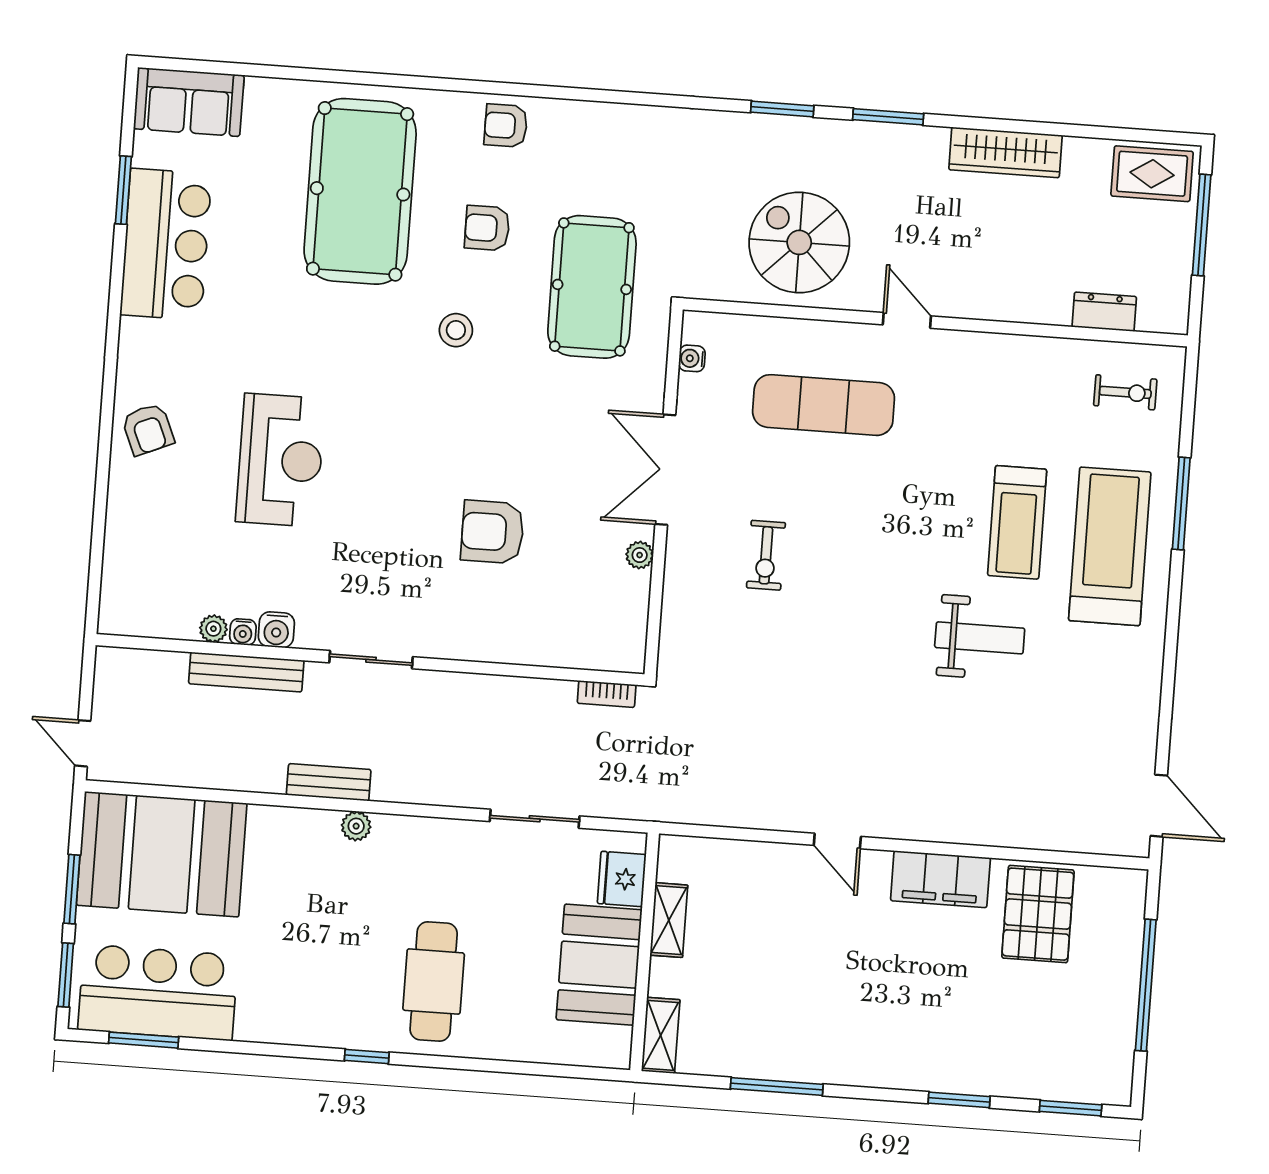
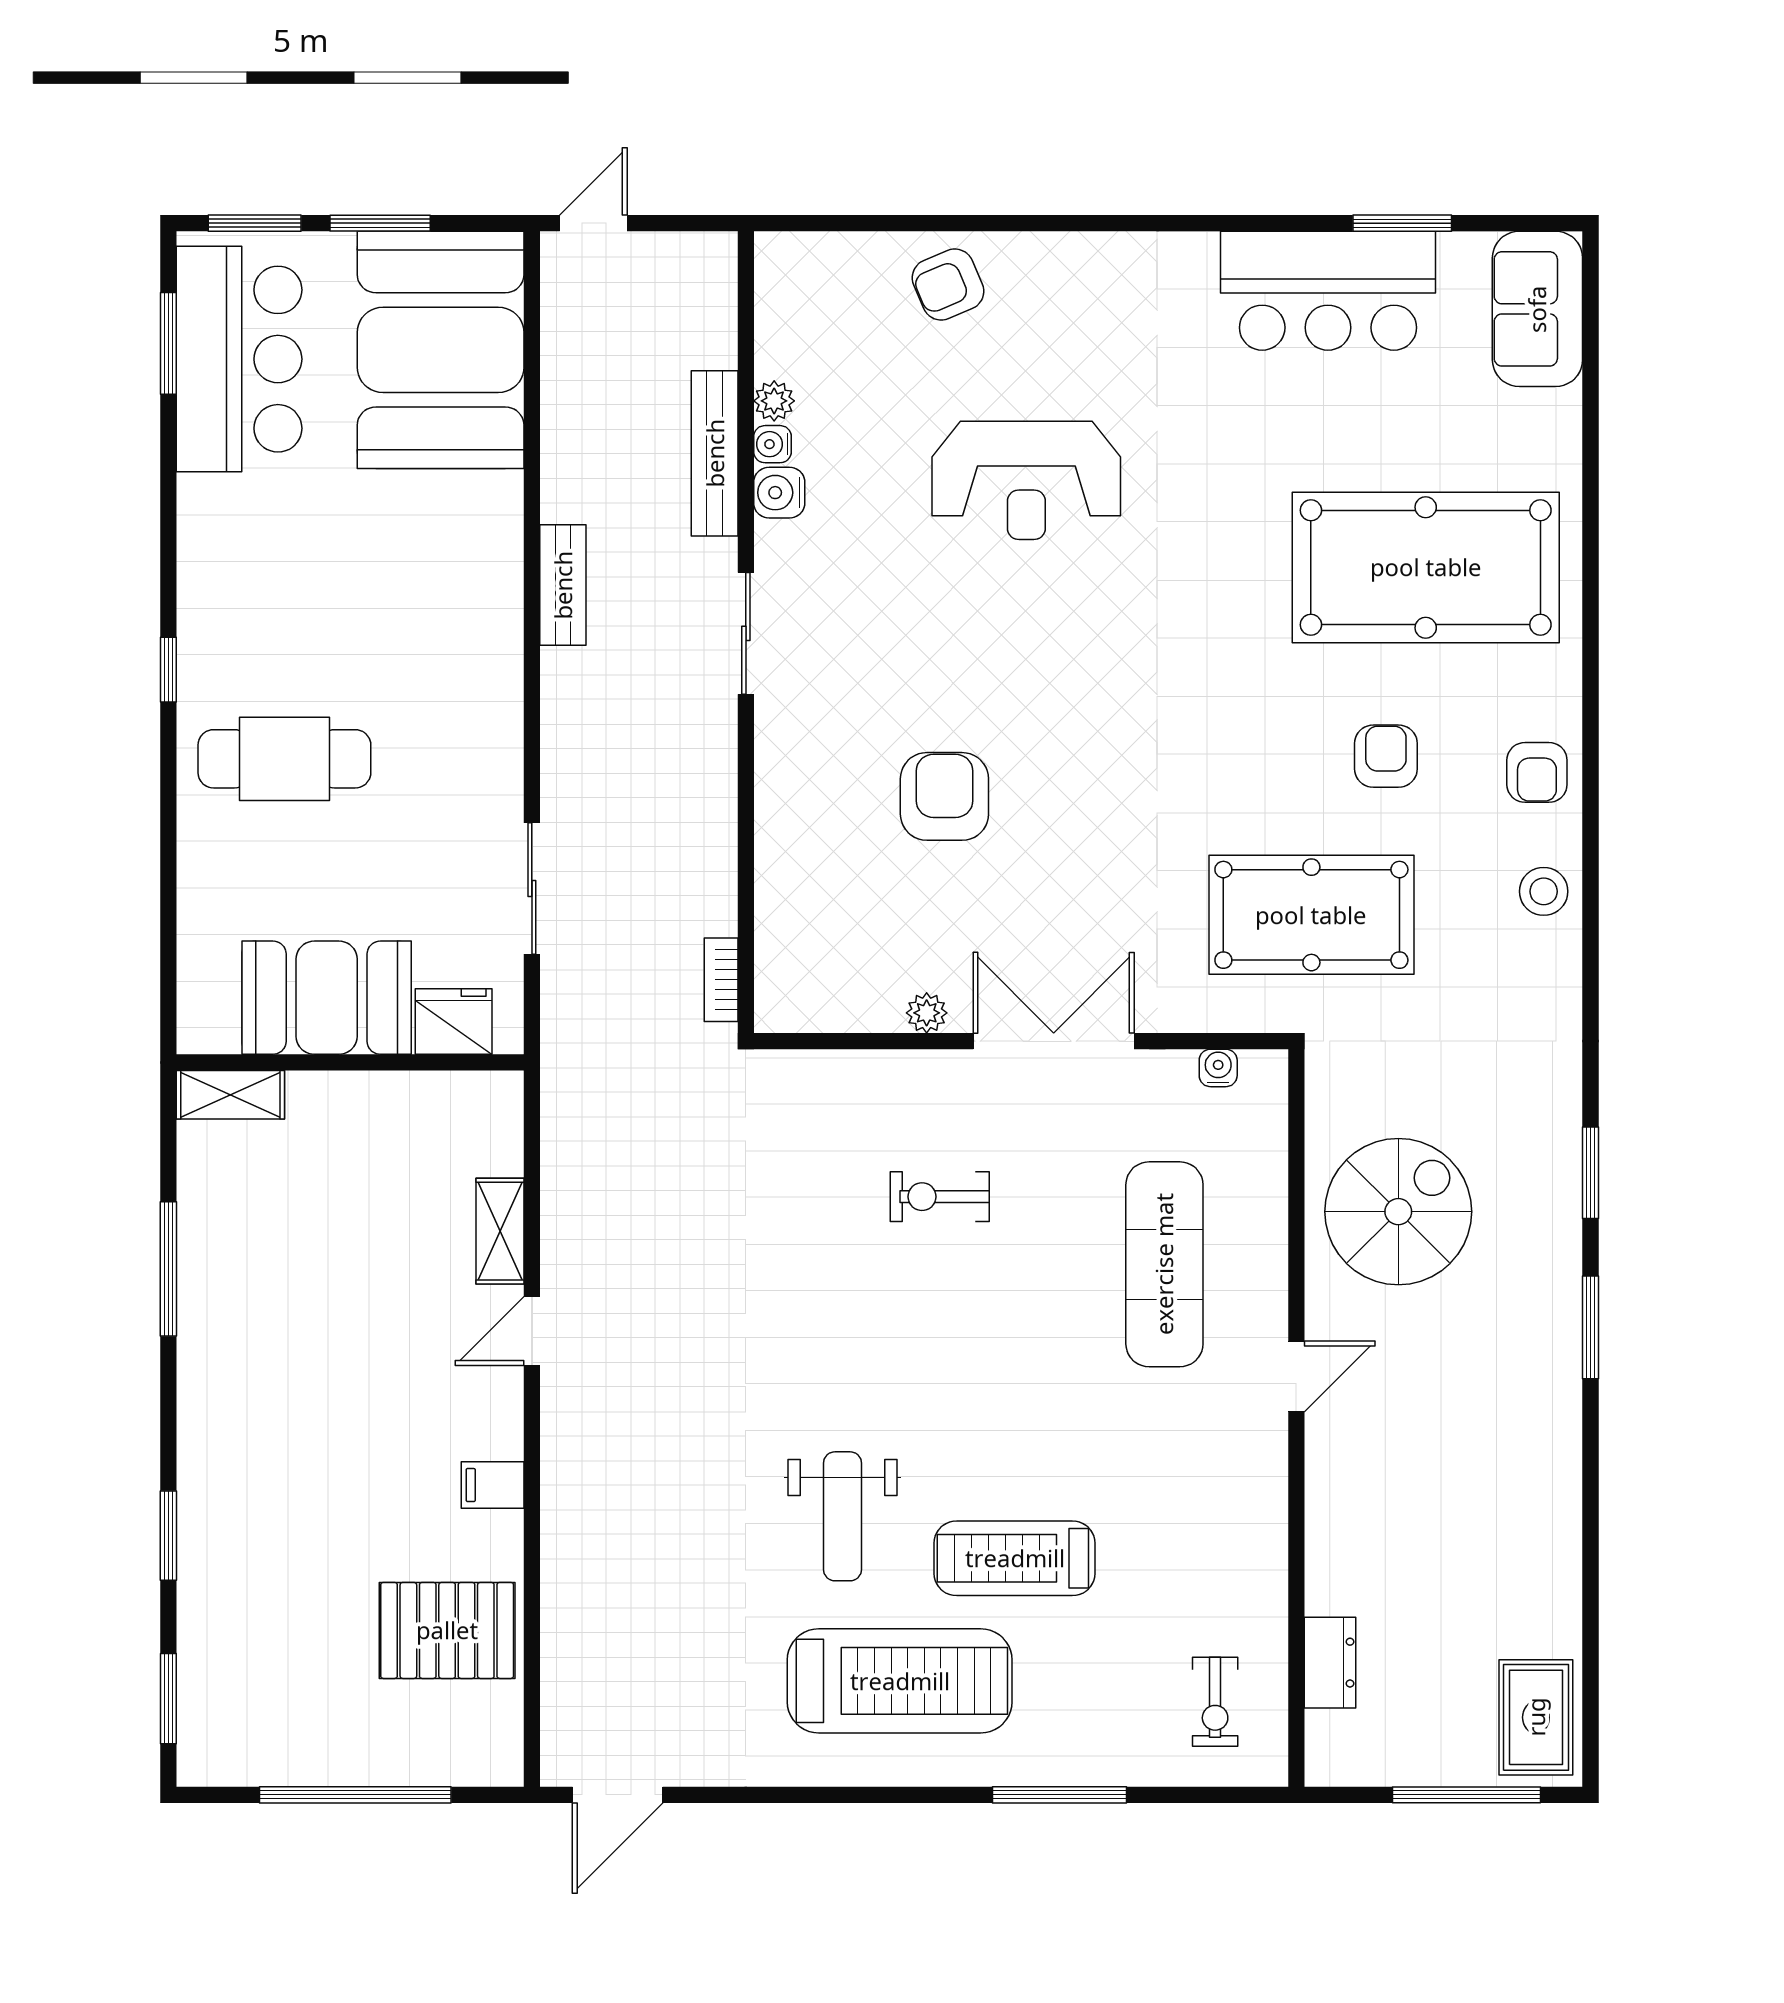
armchair: (506, 126) -> (1537, 772), turned 180
wardrobe: (1005, 152) -> (1551, 1502), removed
stool: (456, 330) -> (1544, 891), moved
armchair: (148, 429) -> (948, 285), moved
treadmill: (1110, 546) -> (900, 1681), moved
plant: (356, 826) -> (502, 630), removed
filing cabinet: (940, 879) -> (493, 1485), width x0.33, depth x0.86
shelving: (669, 920) -> (500, 1231), moved, turned 90

